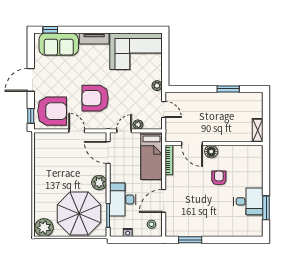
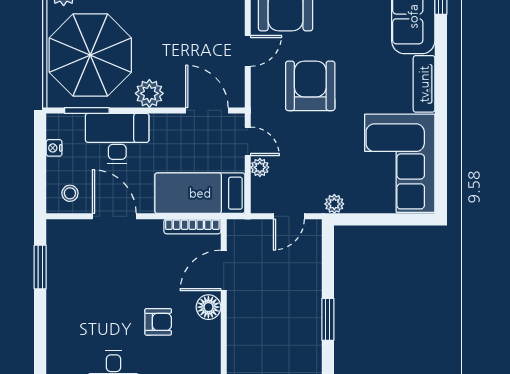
window: (228, 89) -> (328, 319), moved
door: (108, 152) -> (207, 110), hinge flipped

